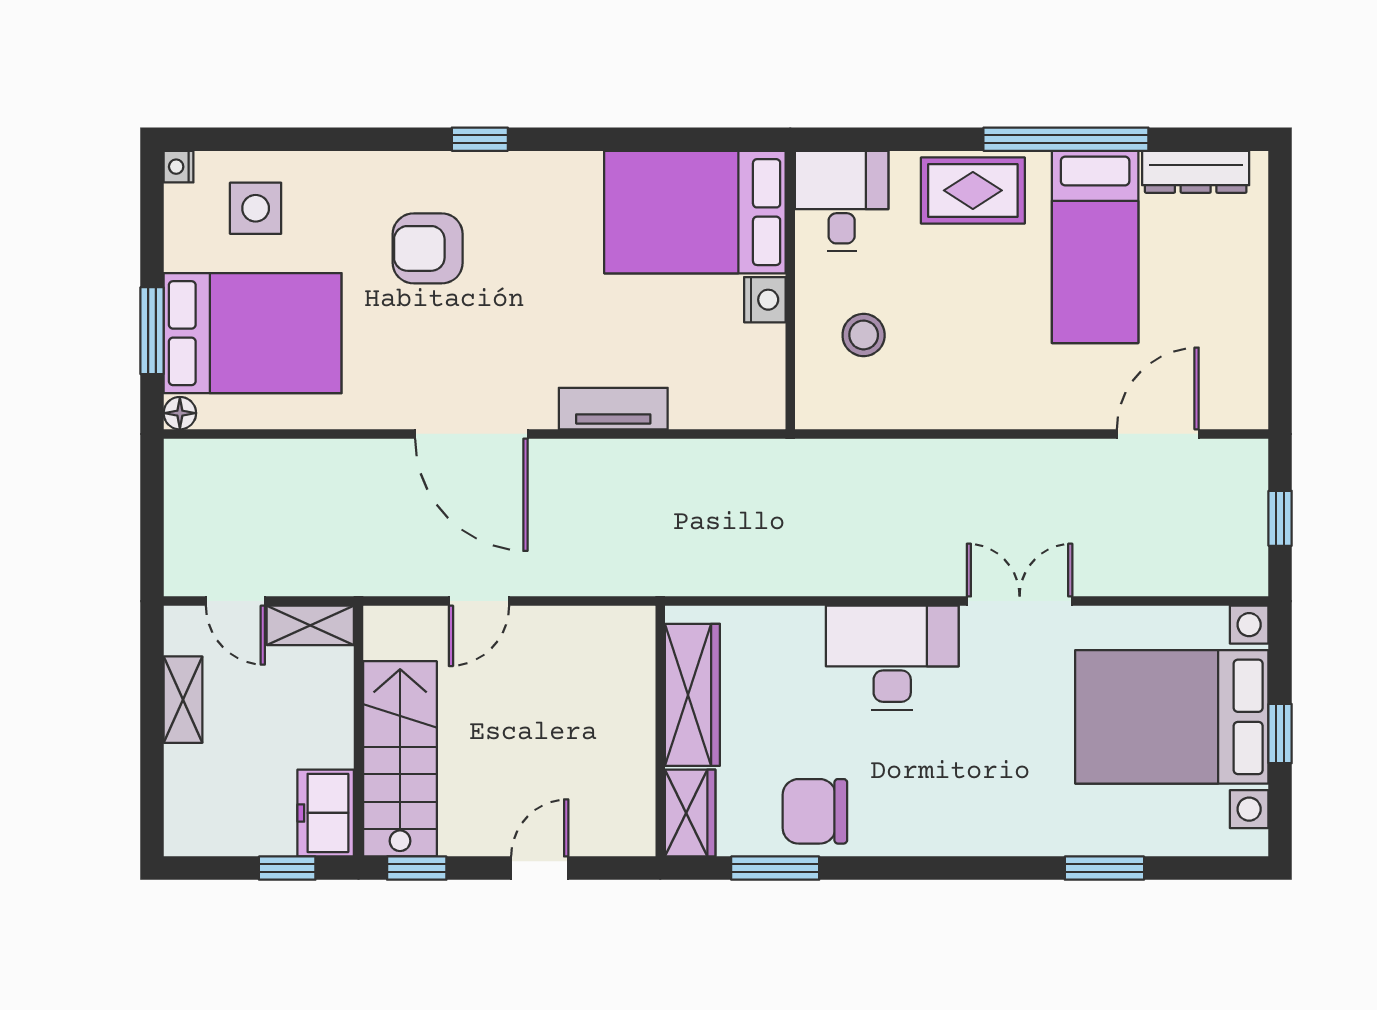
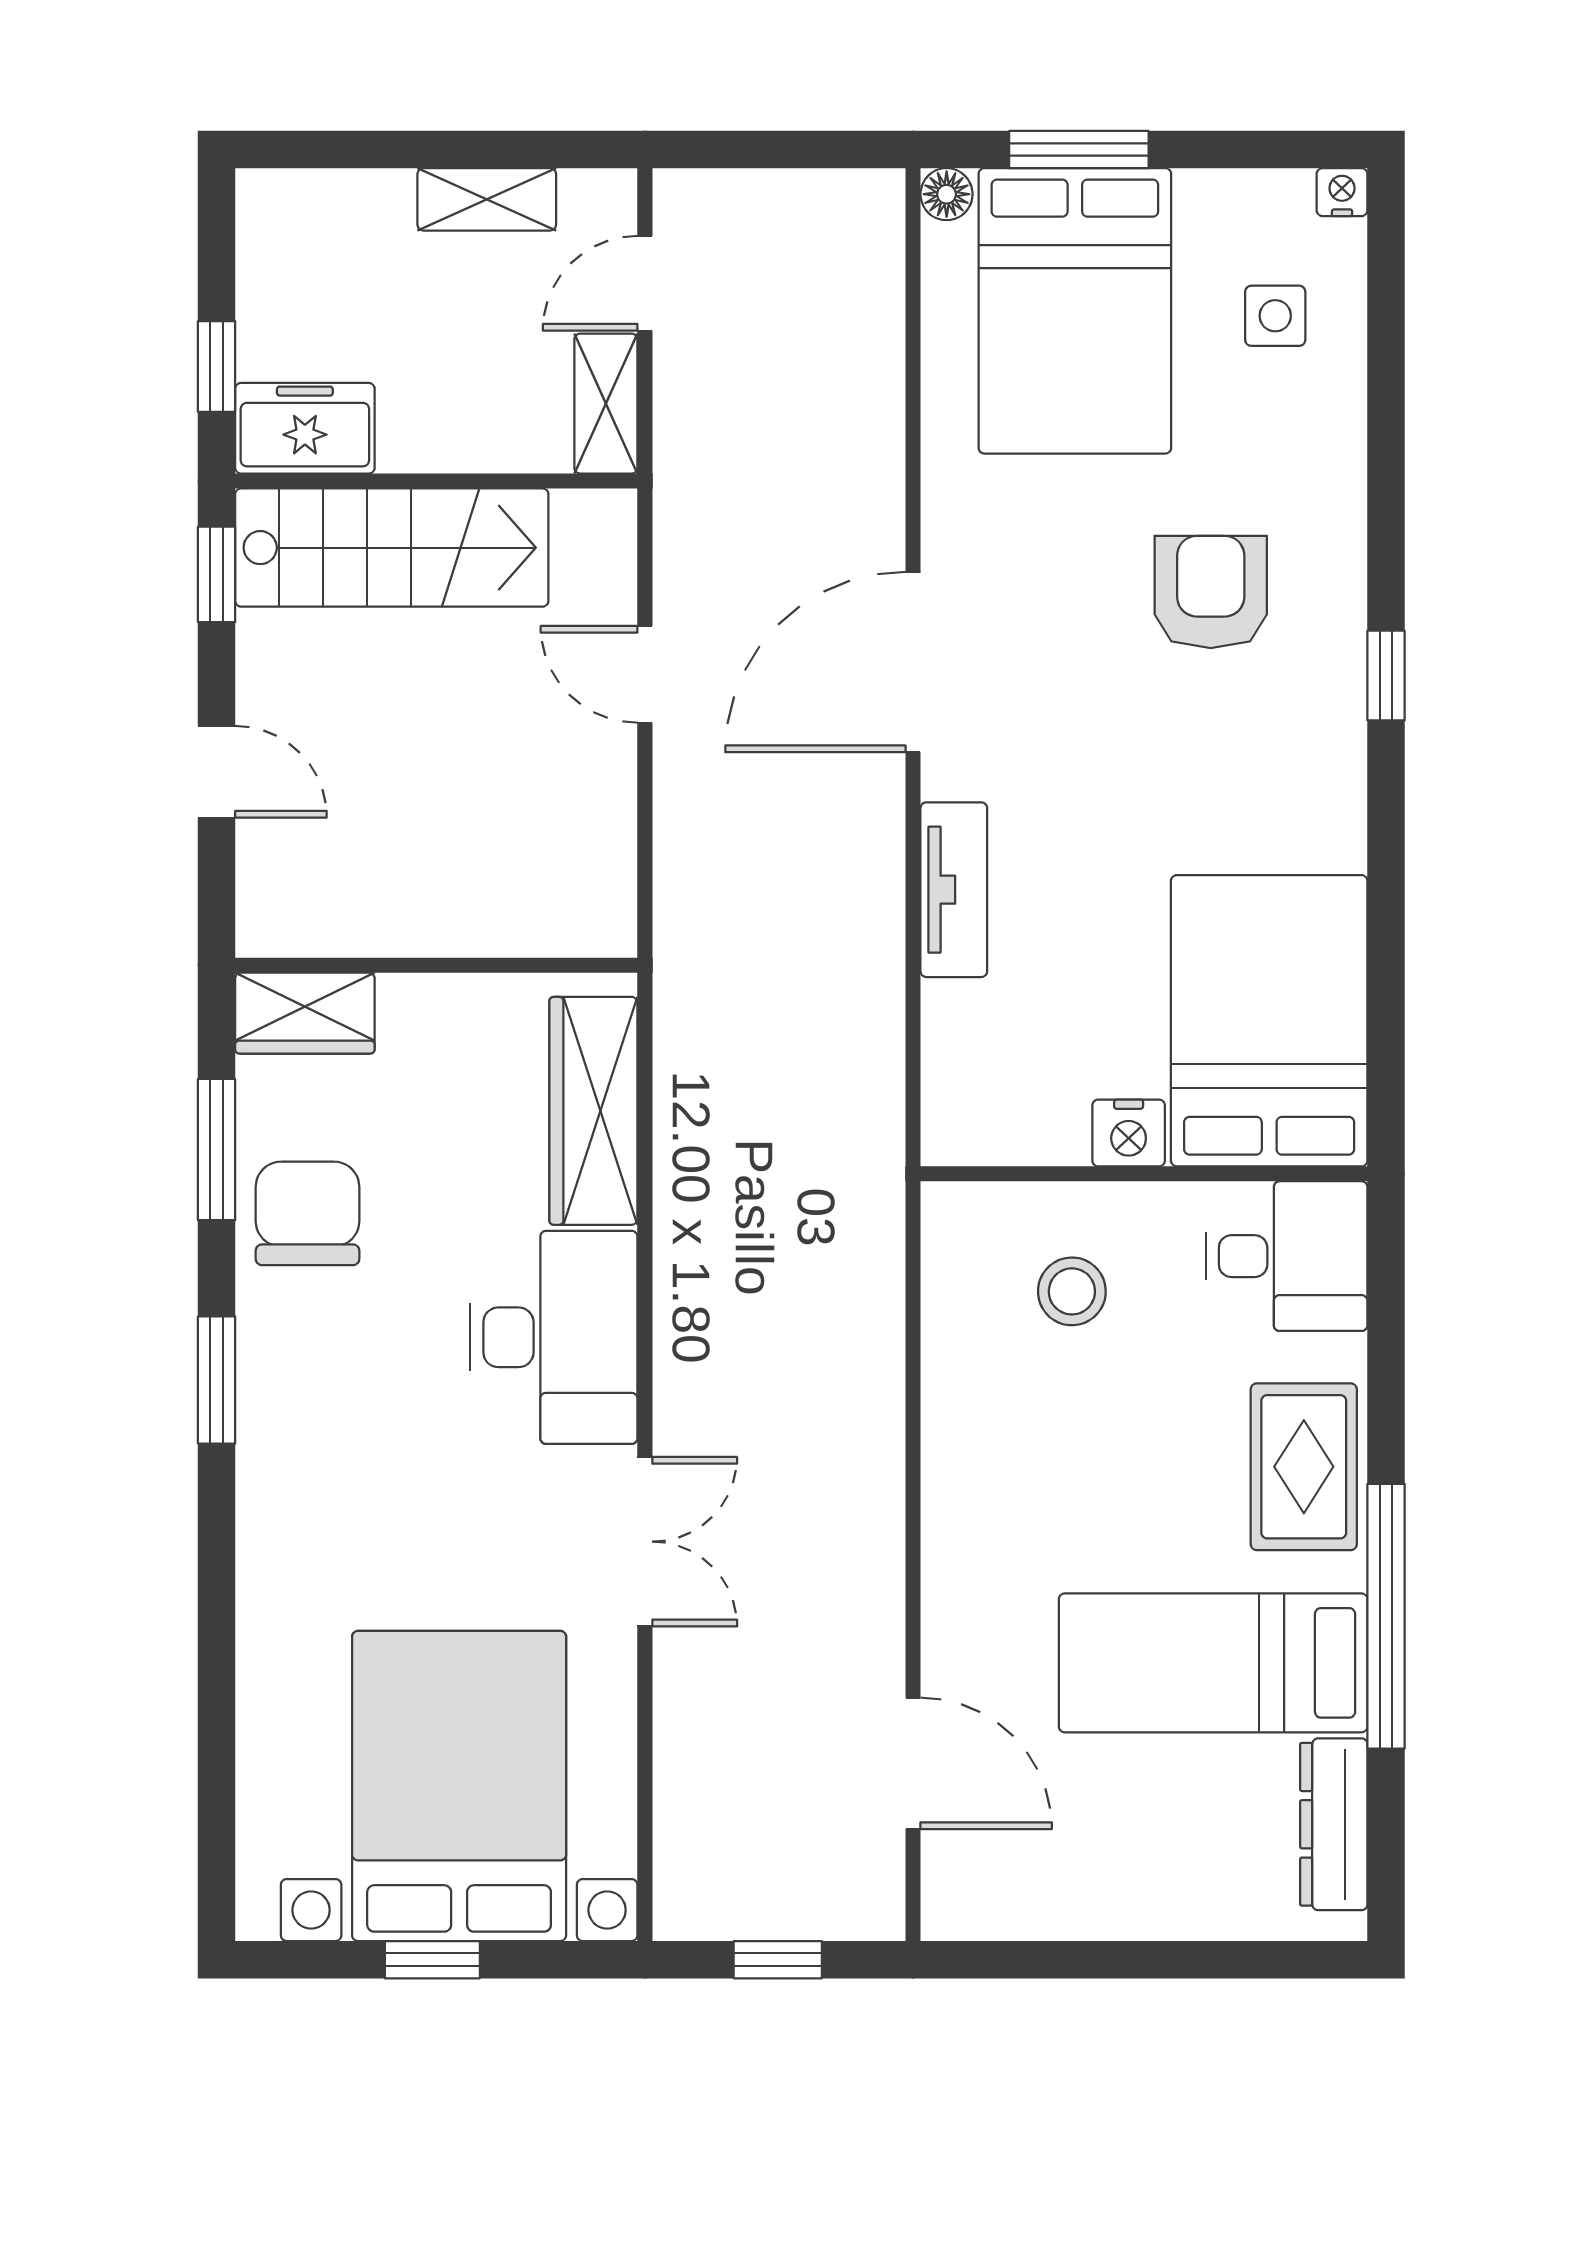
side table: (256, 208) -> (1275, 316), width x0.73, depth x0.73
wardrobe: (692, 695) -> (593, 1111), moved, turned 90
window: (1104, 868) -> (217, 1380), moved

